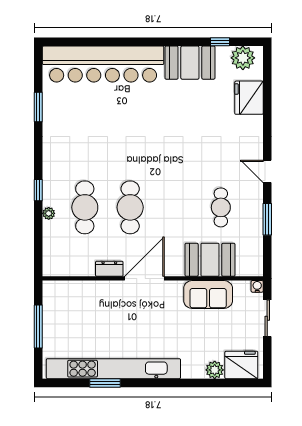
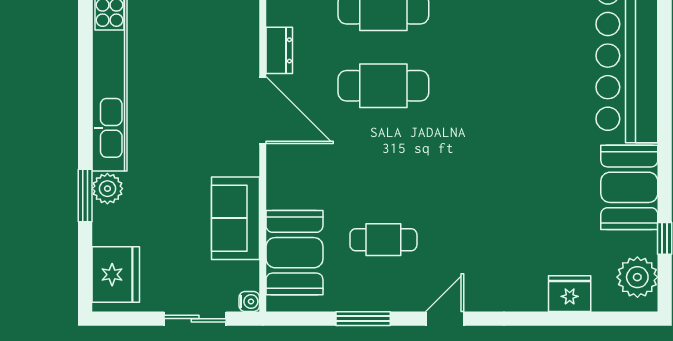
fridge: (249, 98) -> (570, 294), width x0.73, depth x0.75
booth: (210, 260) -> (294, 253), moved
plant: (215, 370) -> (107, 189), moved
window: (105, 383) -> (85, 196), moved

